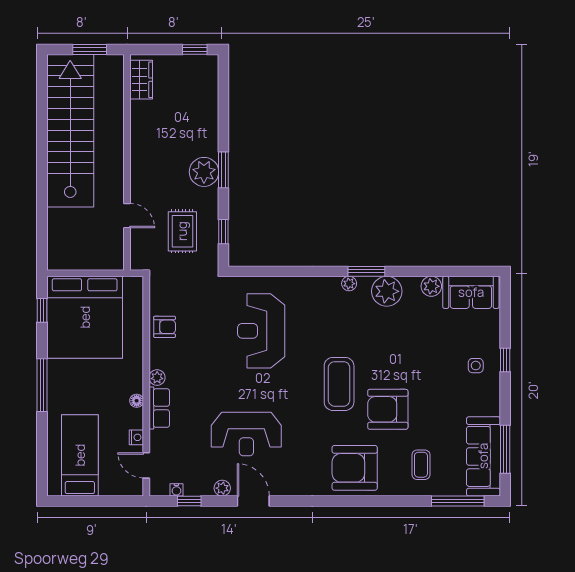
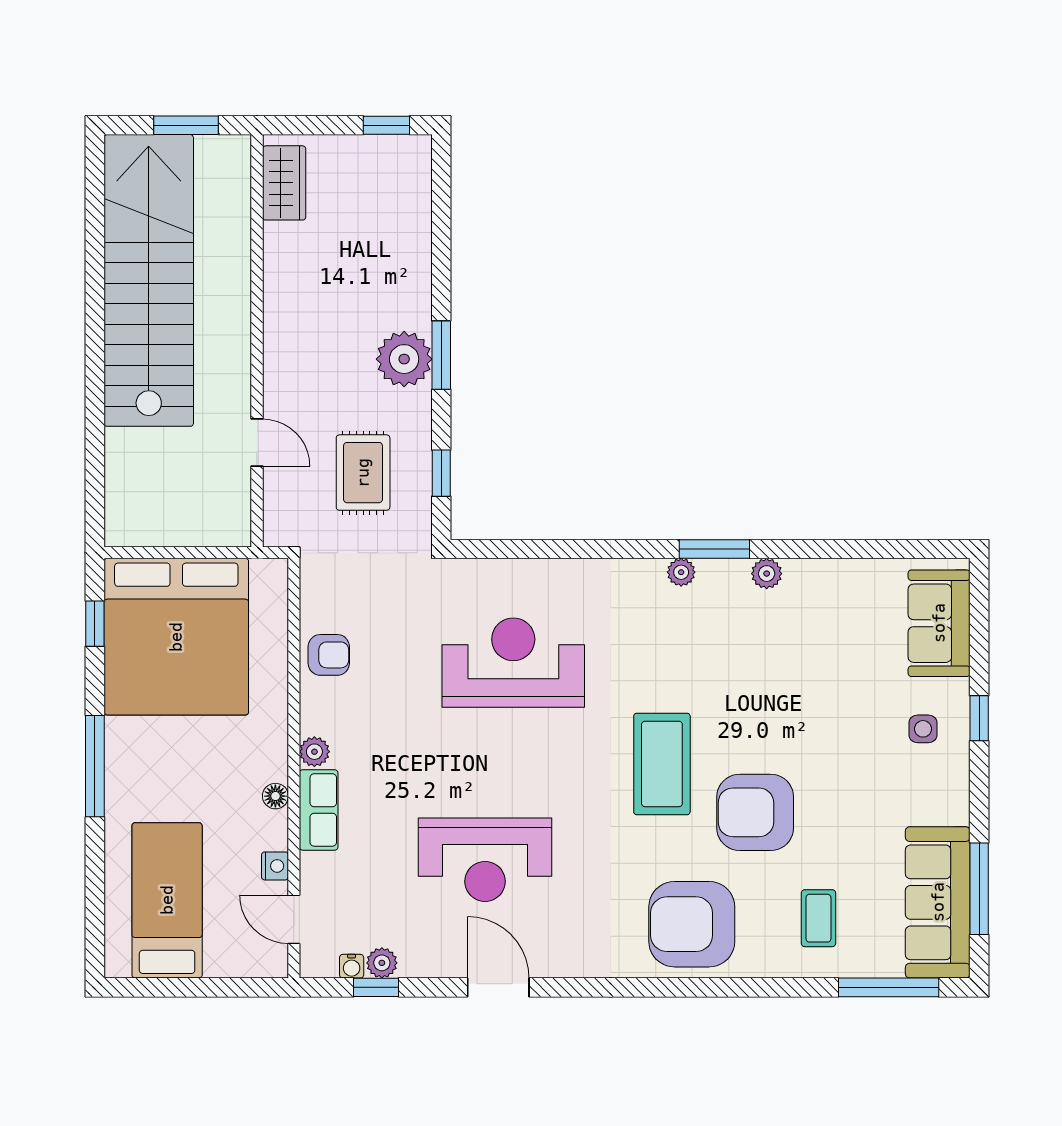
plant: (431, 286) -> (838, 578), removed
plant: (387, 291) -> (767, 574), width x0.53, depth x0.53
sofa: (471, 292) -> (939, 623), moved, turned 90
reception desk: (261, 331) -> (513, 663), turned 90
plant: (222, 488) -> (382, 963), moved

